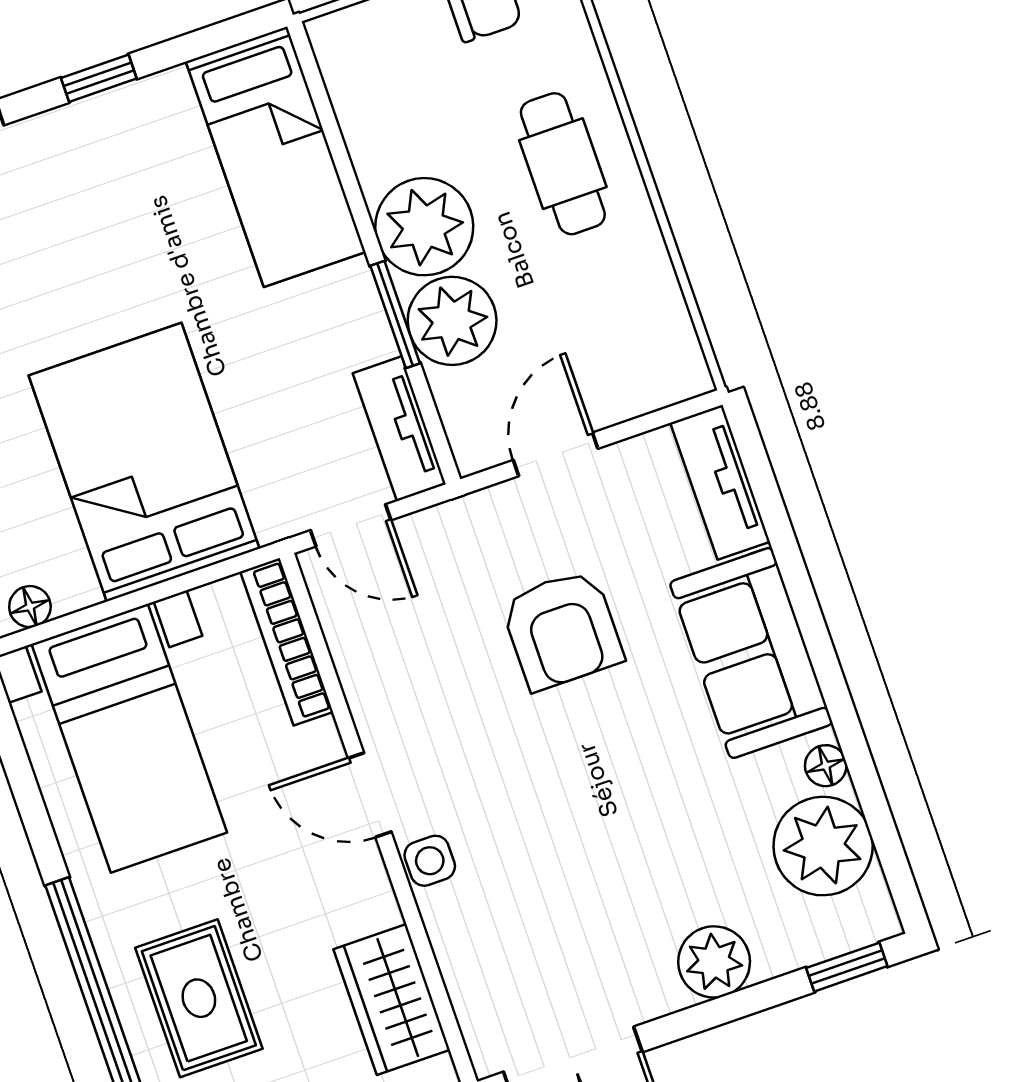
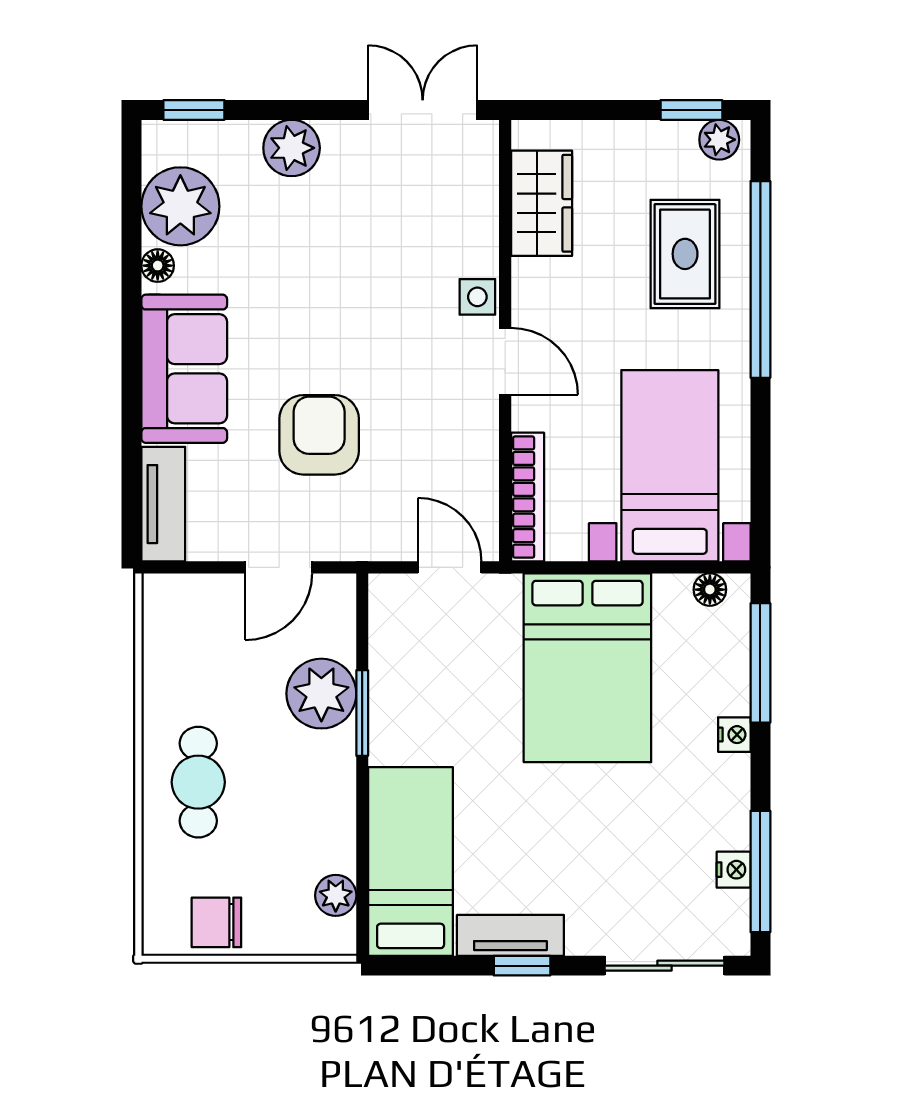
plant: (424, 227) -> (336, 895), moved, width x0.53, depth x0.53
tv unit: (399, 429) -> (510, 935), moved, turned -90

